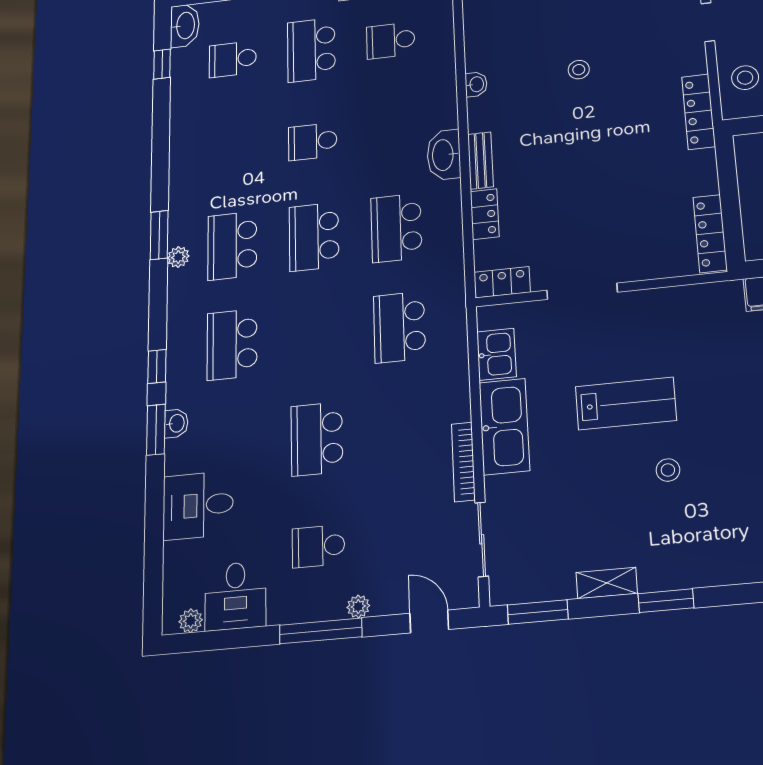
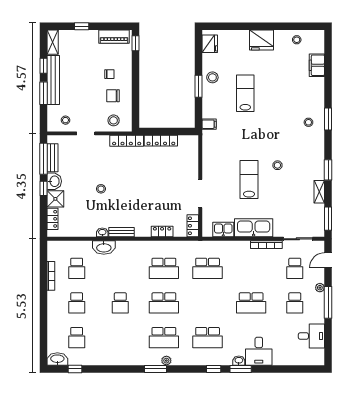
school desk: (311, 50) -> (77, 303), width x0.54
washbasin: (444, 155) -> (104, 247), moved
bench: (480, 160) -> (121, 232), moved
locker: (710, 234) -> (161, 141), moved
desk: (198, 505) -> (259, 351), moved
school desk: (406, 538) -> (295, 268), added
plant: (191, 621) -> (320, 354), removed

